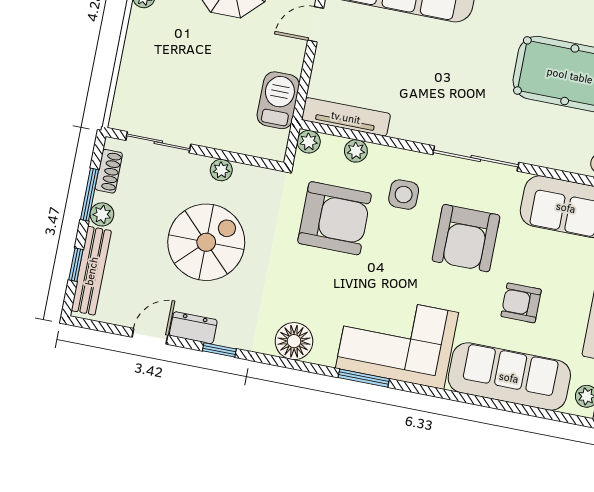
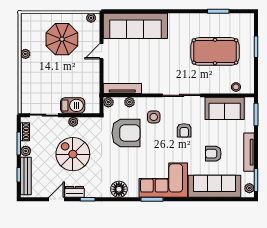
barbecue: (278, 100) -> (73, 105), moved, turned 90
armchair: (466, 238) -> (184, 130), width x0.53, depth x0.53
spiral stairs: (206, 242) -> (73, 154), turned -90

